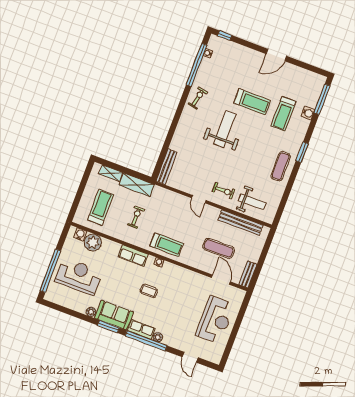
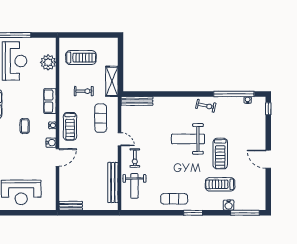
weight bench: (225, 129) -> (188, 139), turned 180
shelving: (111, 173) -> (113, 55), removed
door: (199, 199) -> (119, 139), swing flipped
water cooler: (80, 234) -> (51, 143), moved
exercise mat: (219, 248) -> (101, 118), moved
door: (221, 280) -> (57, 158), moved

